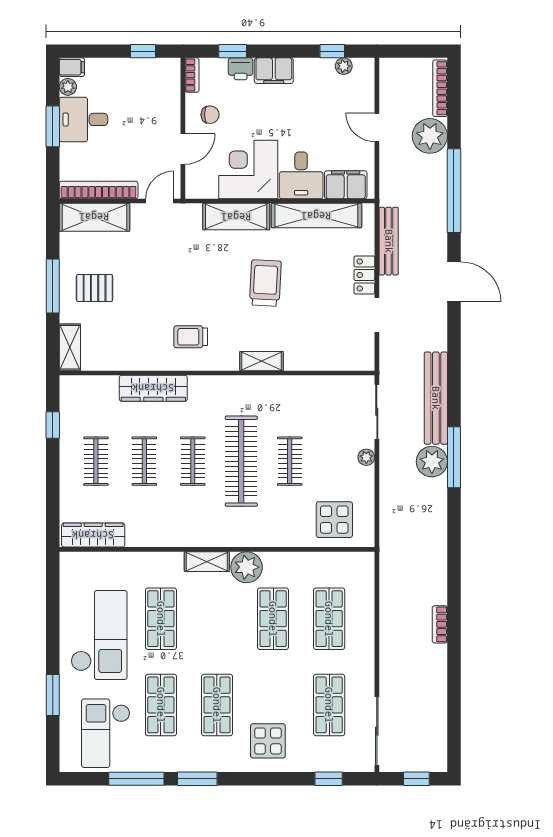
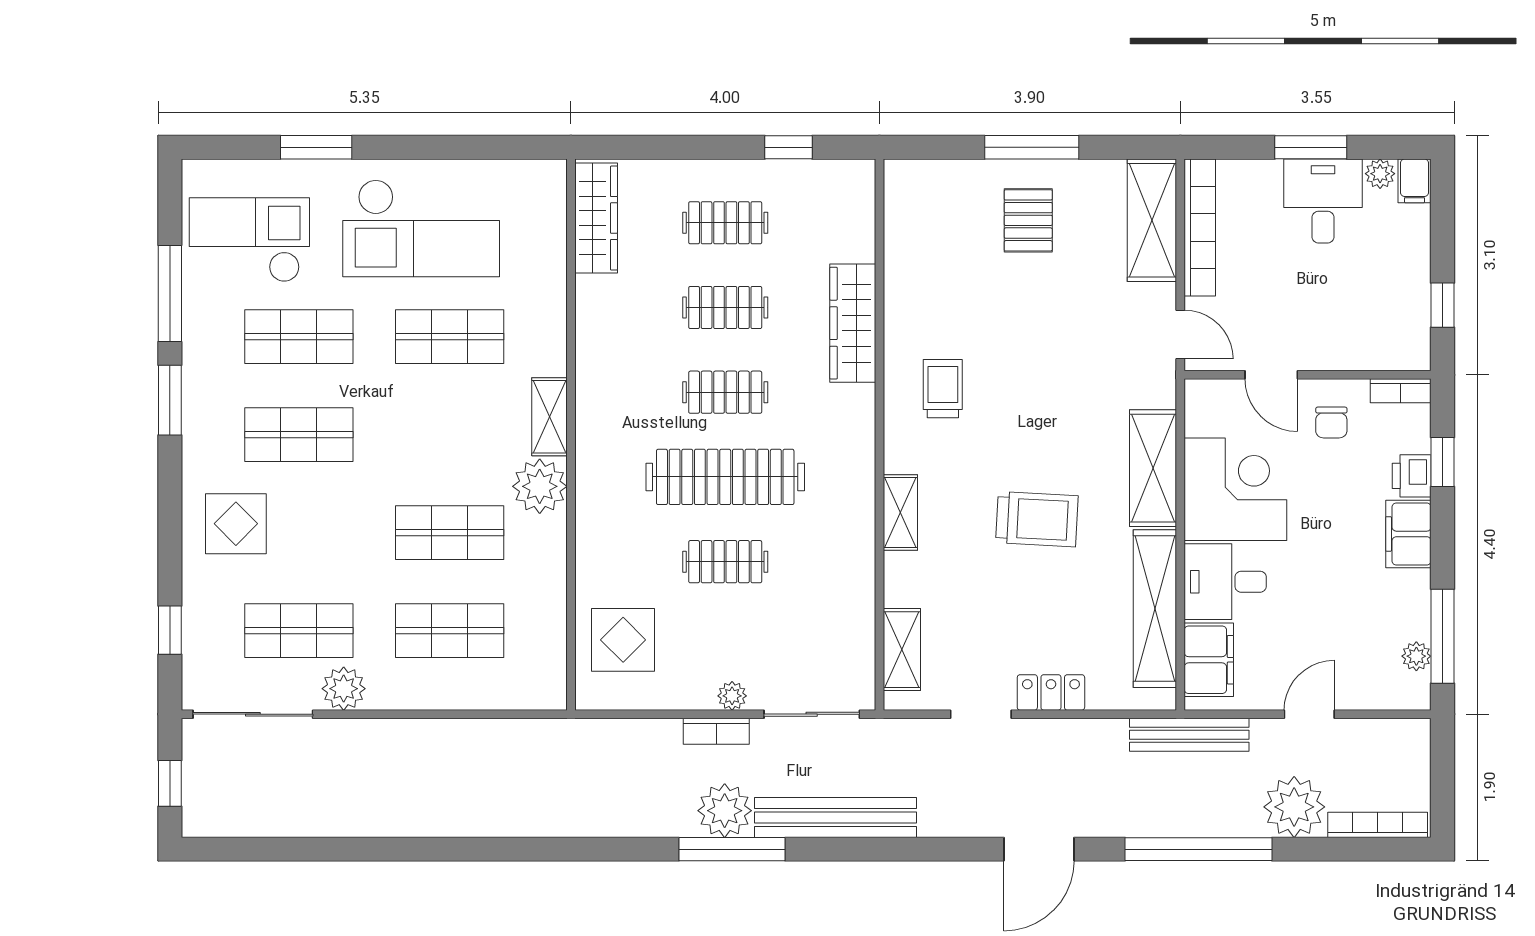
window: (332, 51) -> (1443, 636), width x2.17
bench: (389, 241) -> (1189, 735), moved
shelving: (70, 347) -> (902, 650), moved, turned 90
bookcase: (440, 624) -> (716, 731), moved, turned 180
plant: (362, 679) -> (344, 689), added

